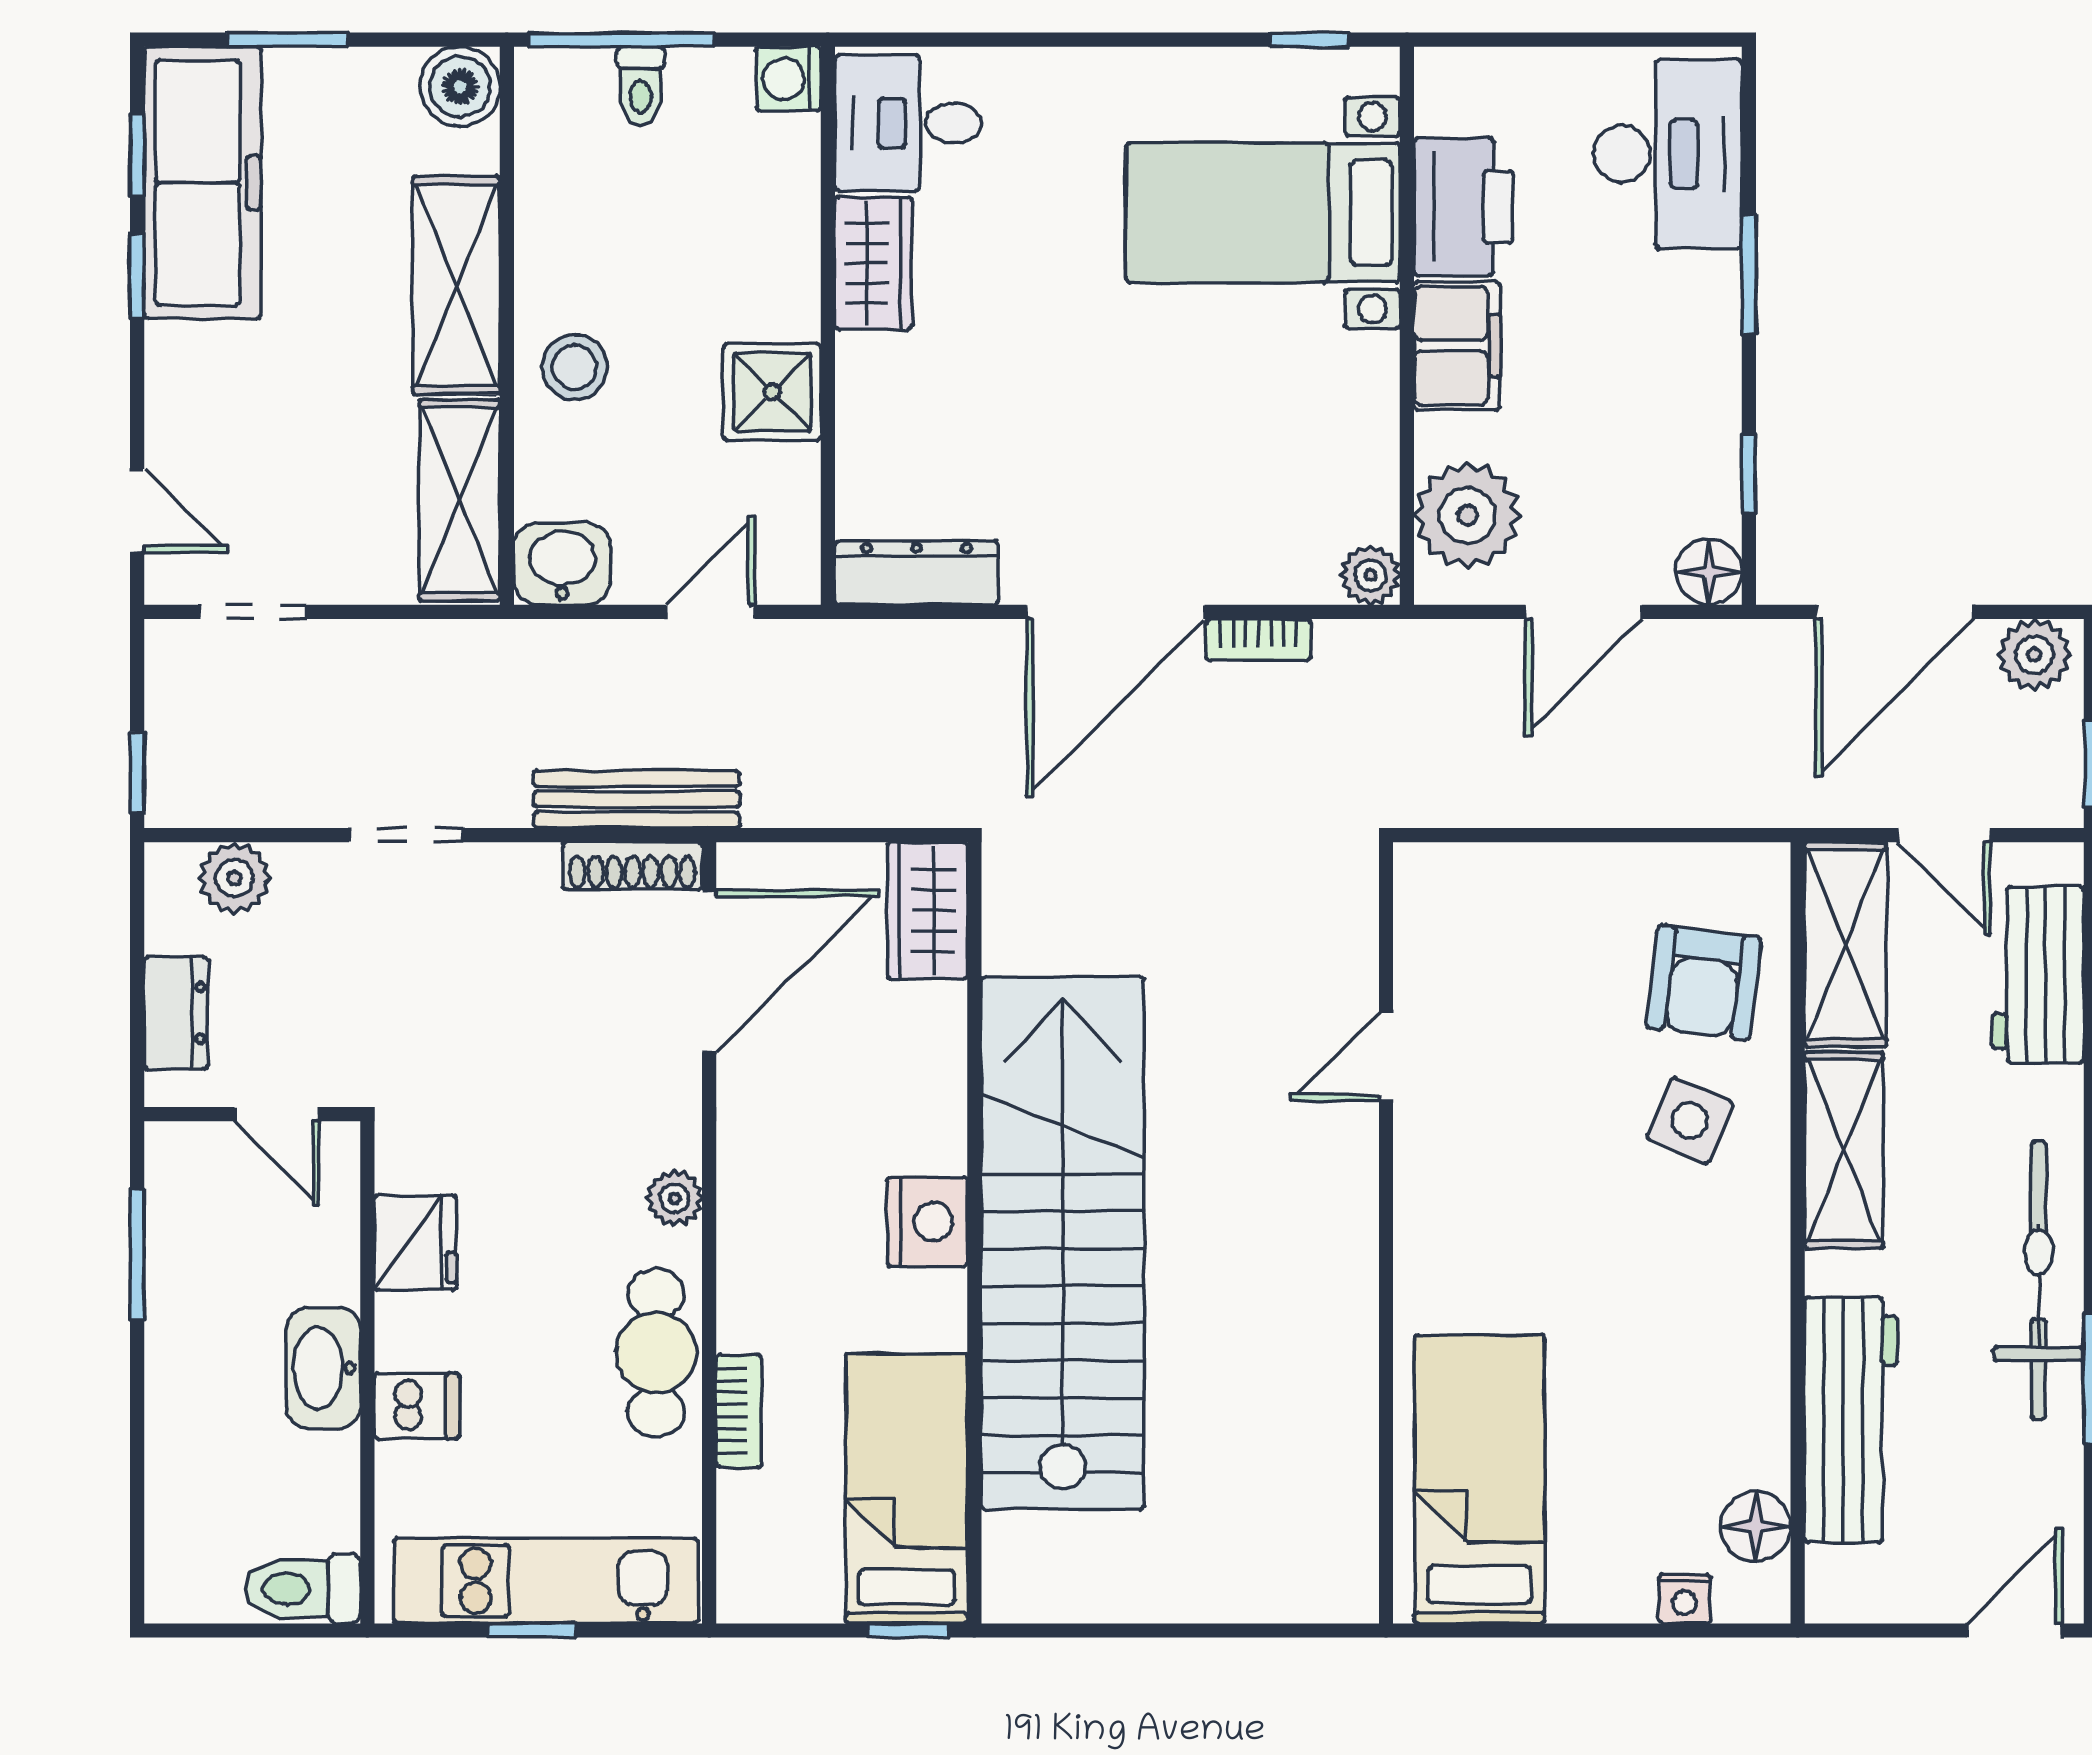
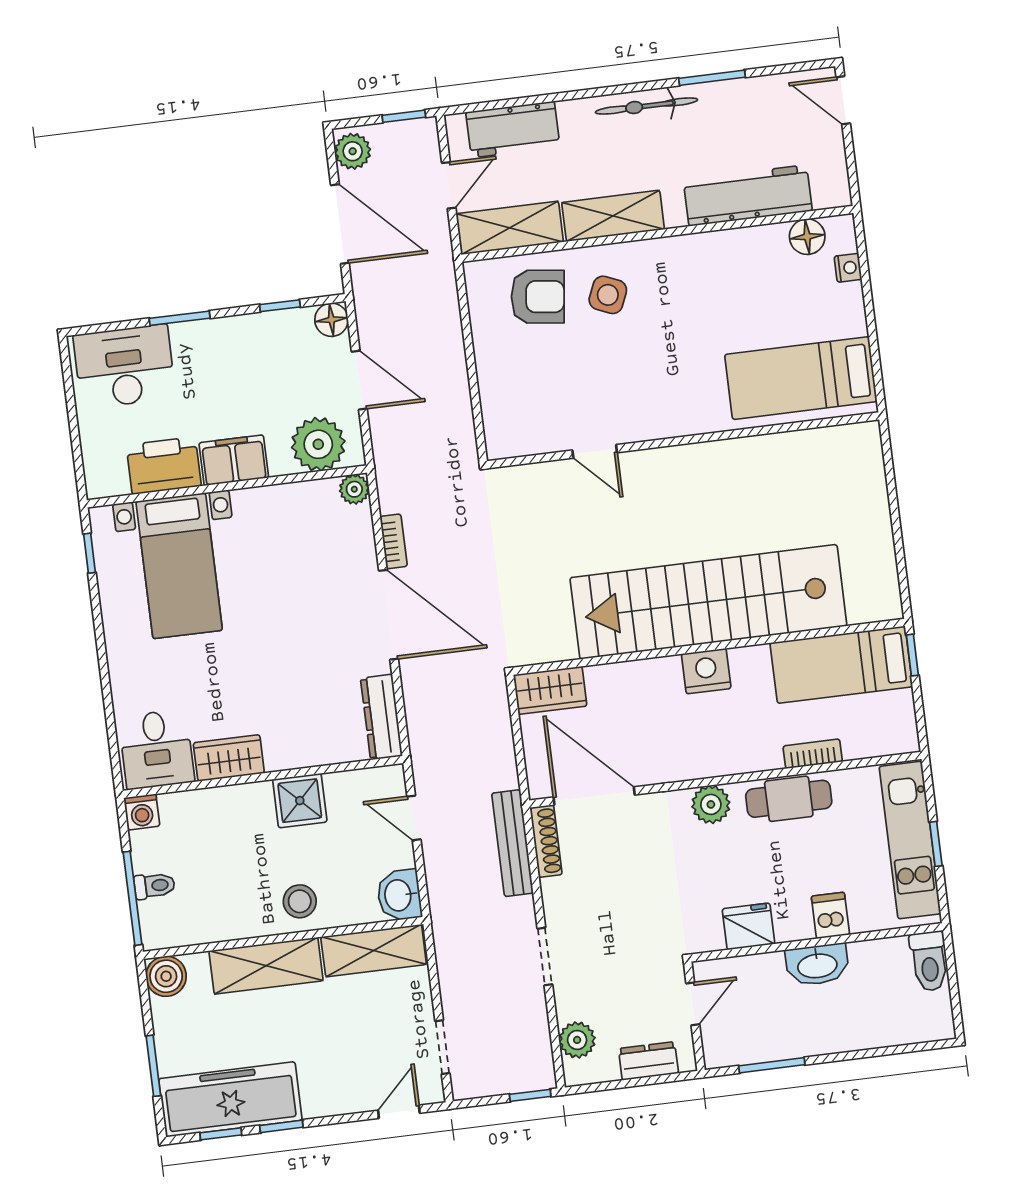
plant: (675, 1198) -> (711, 804), width x1.38, depth x1.38
bicycle: (2039, 1280) -> (646, 106), width x0.73, depth x0.71

